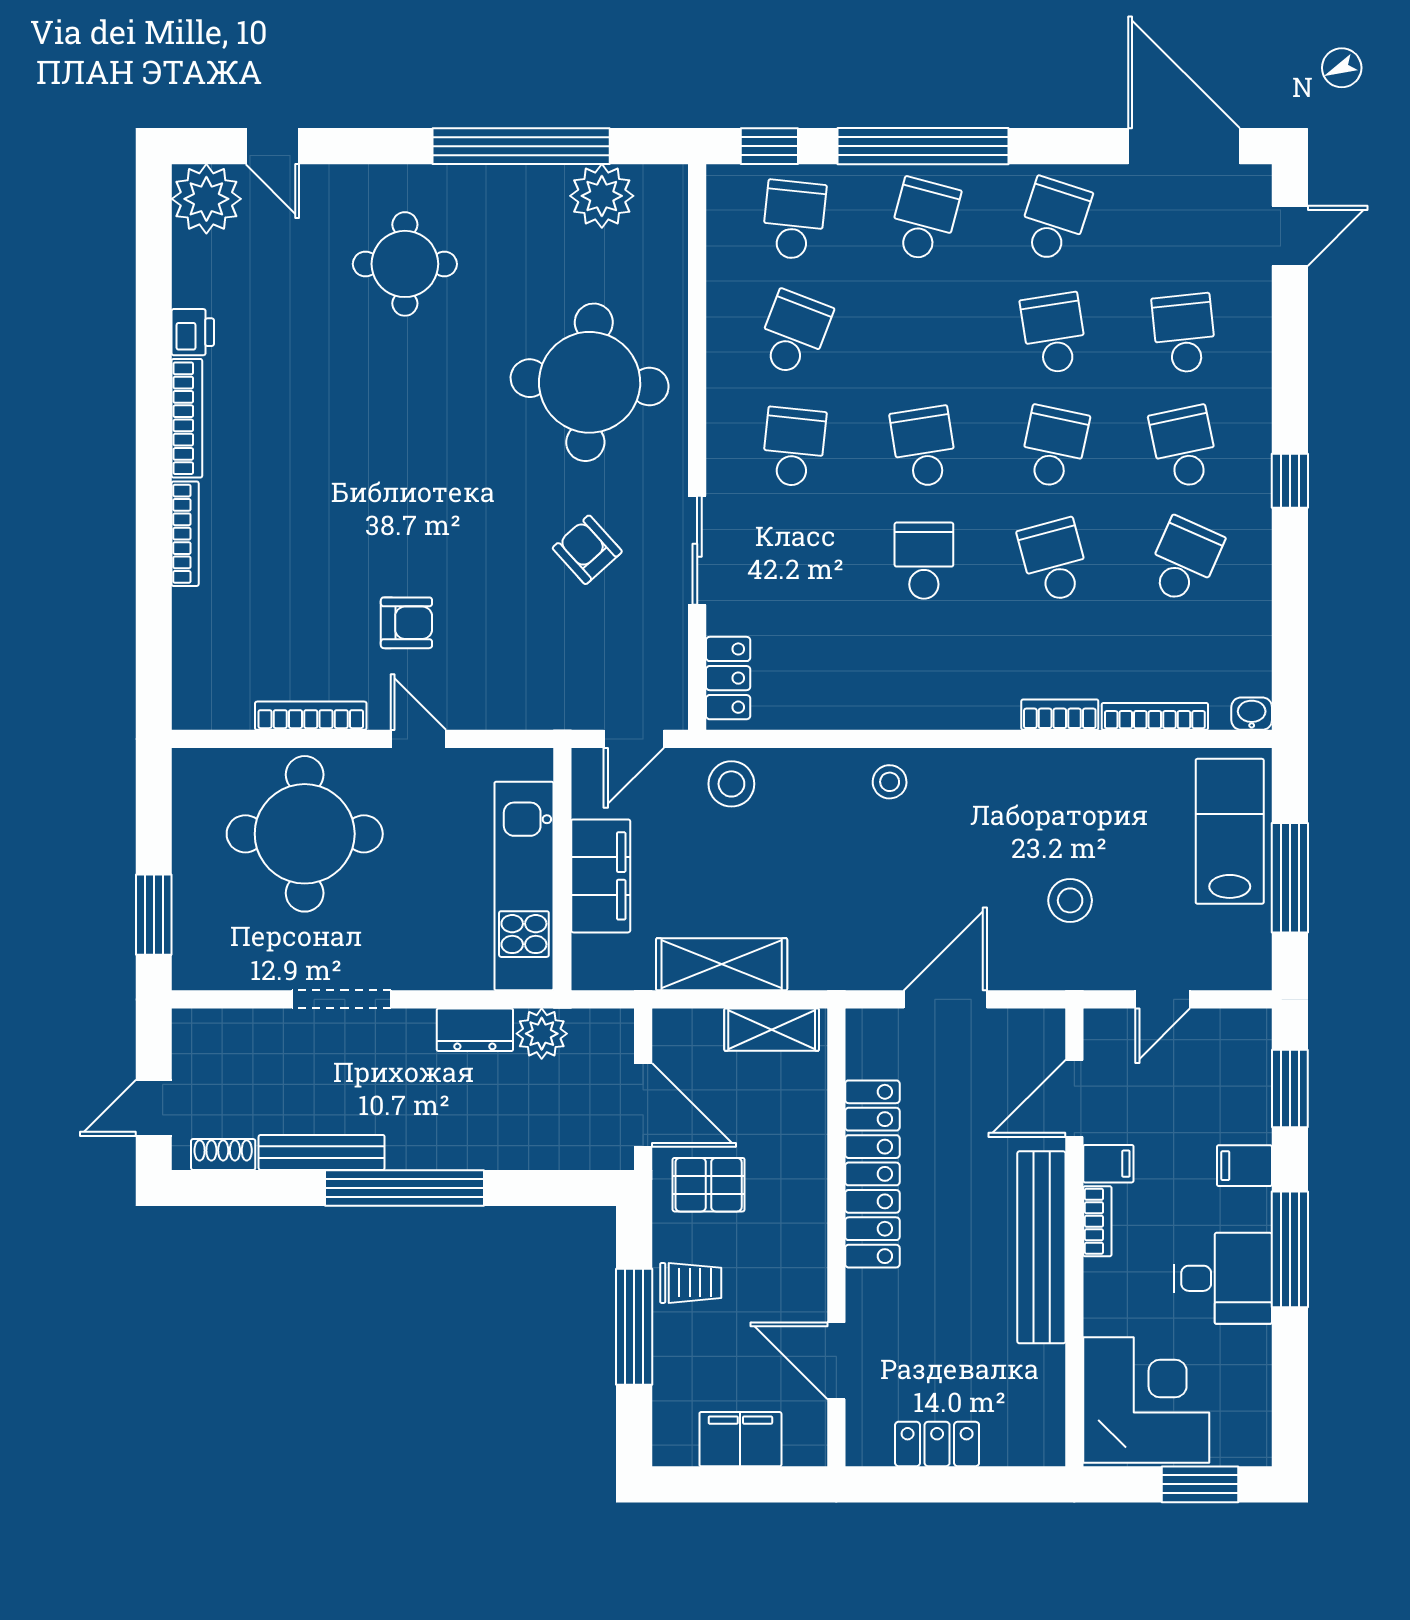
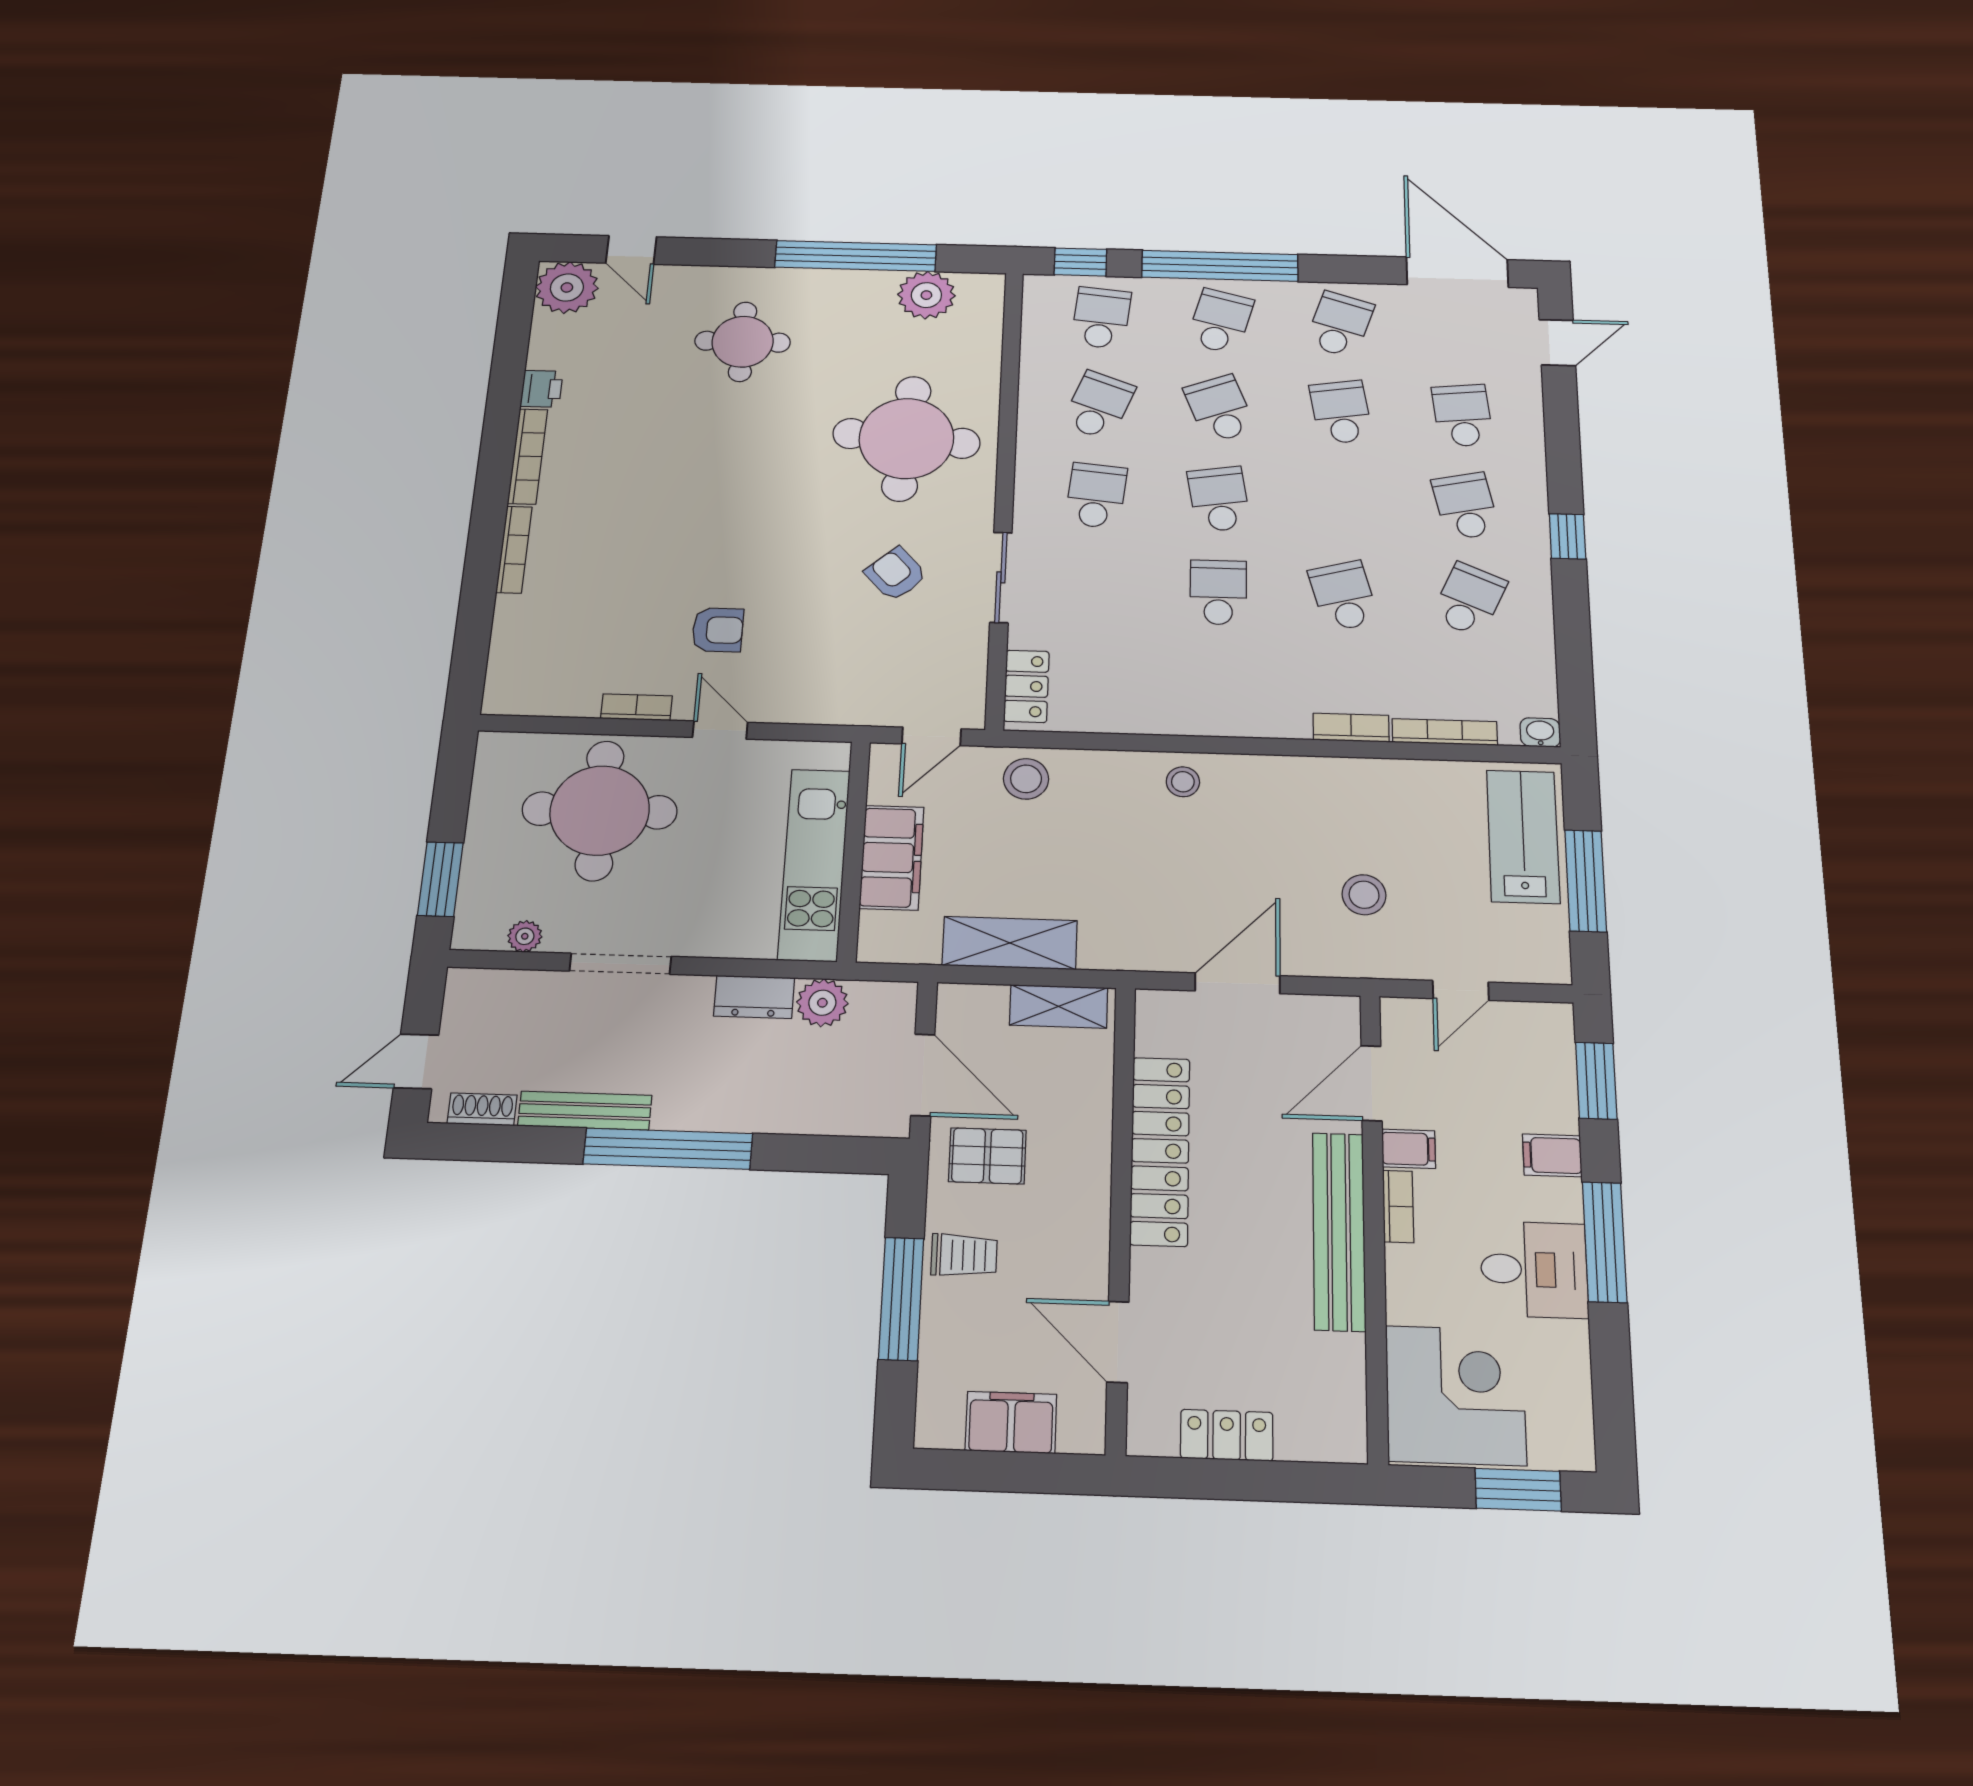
school desk: (1054, 447) -> (1220, 409), moved, turned -33
bookcase: (311, 716) -> (636, 707), width x0.64
plant: (244, 973) -> (525, 936), added

